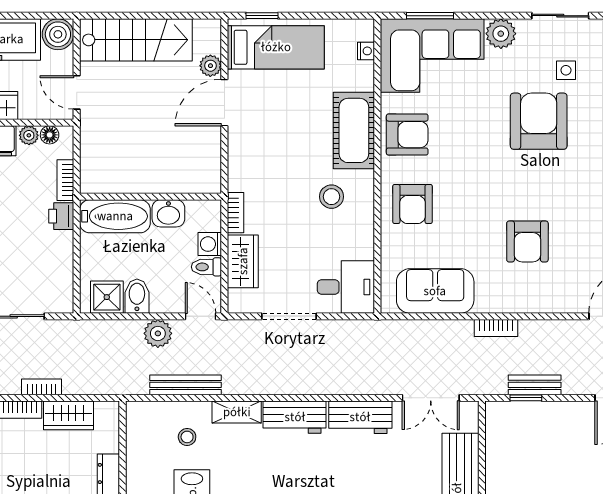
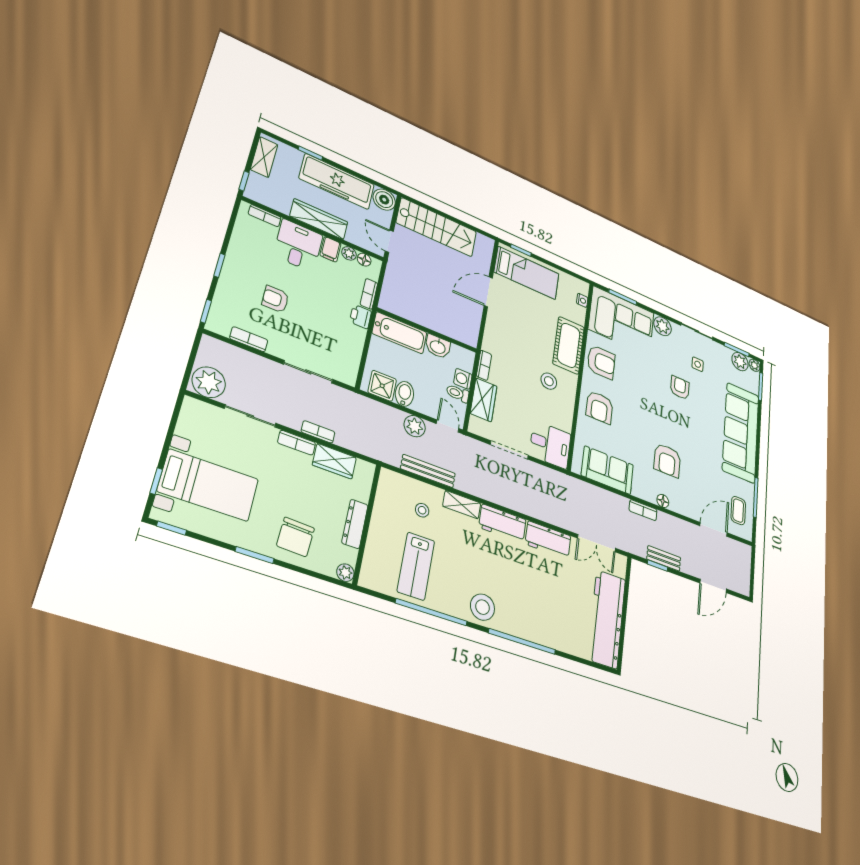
plant: (210, 66) -> (483, 265), removed
armchair: (539, 121) -> (680, 388), width x0.53, depth x0.53
floor lamp: (526, 304) -> (663, 501), added

